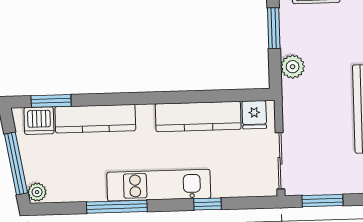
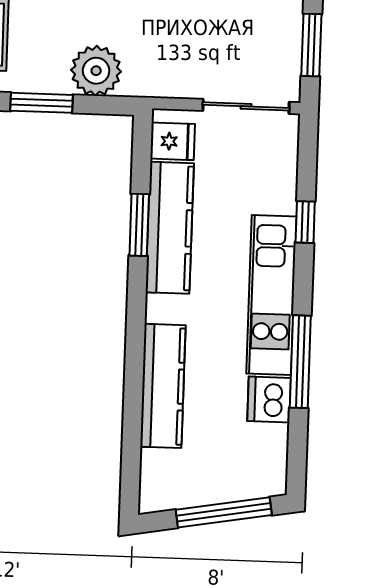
plant: (293, 67) -> (96, 71), width x1.36, depth x1.36
window: (51, 101) -> (139, 225), moved
dishwasher: (39, 121) -> (269, 400), moved, turned 180
plant: (37, 192) -> (270, 483), removed

